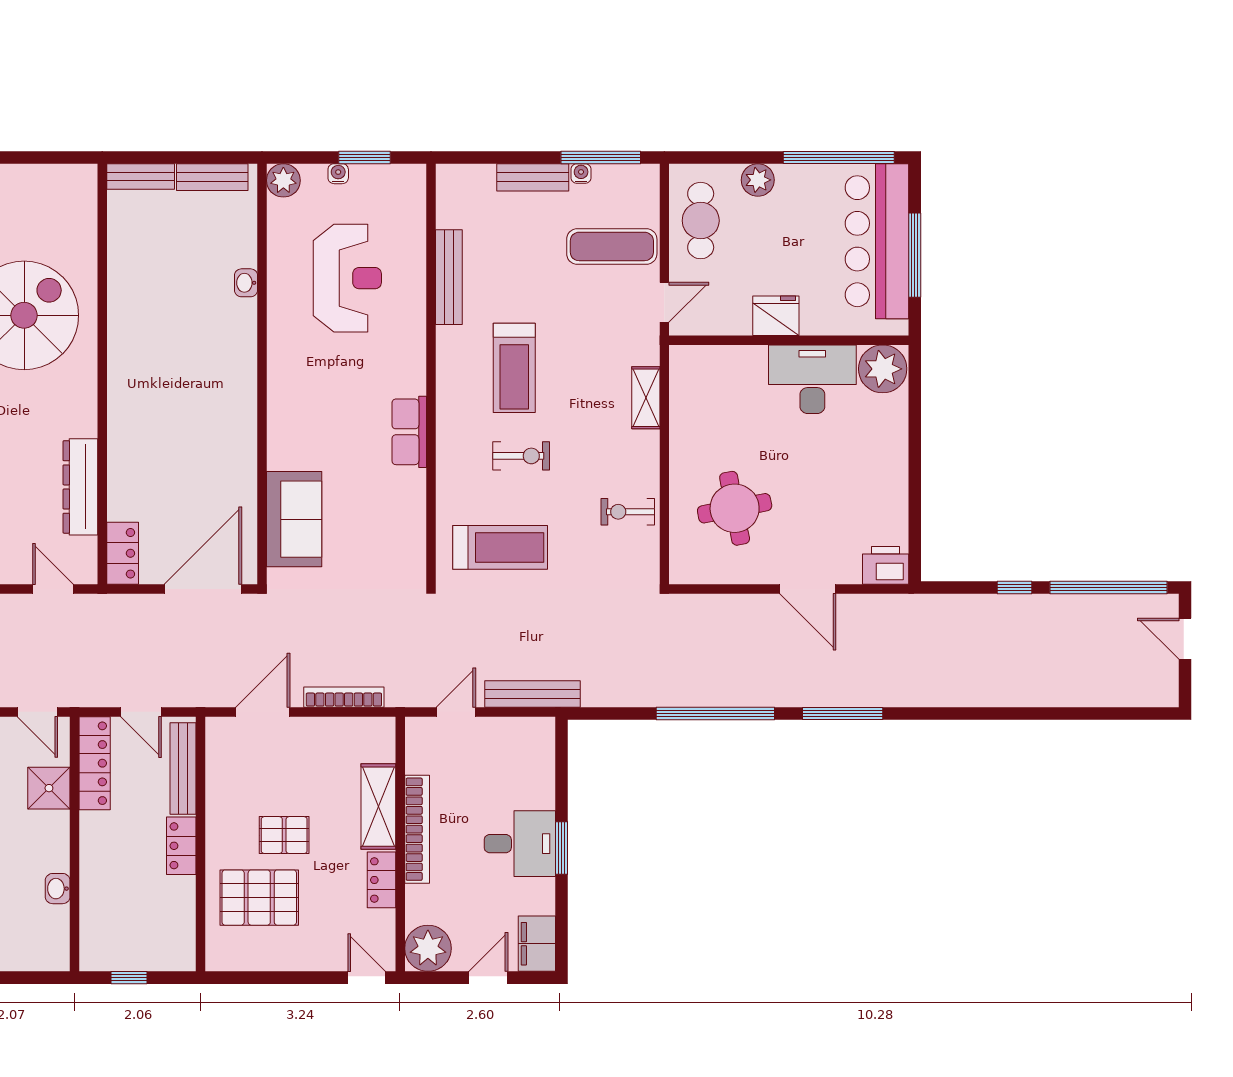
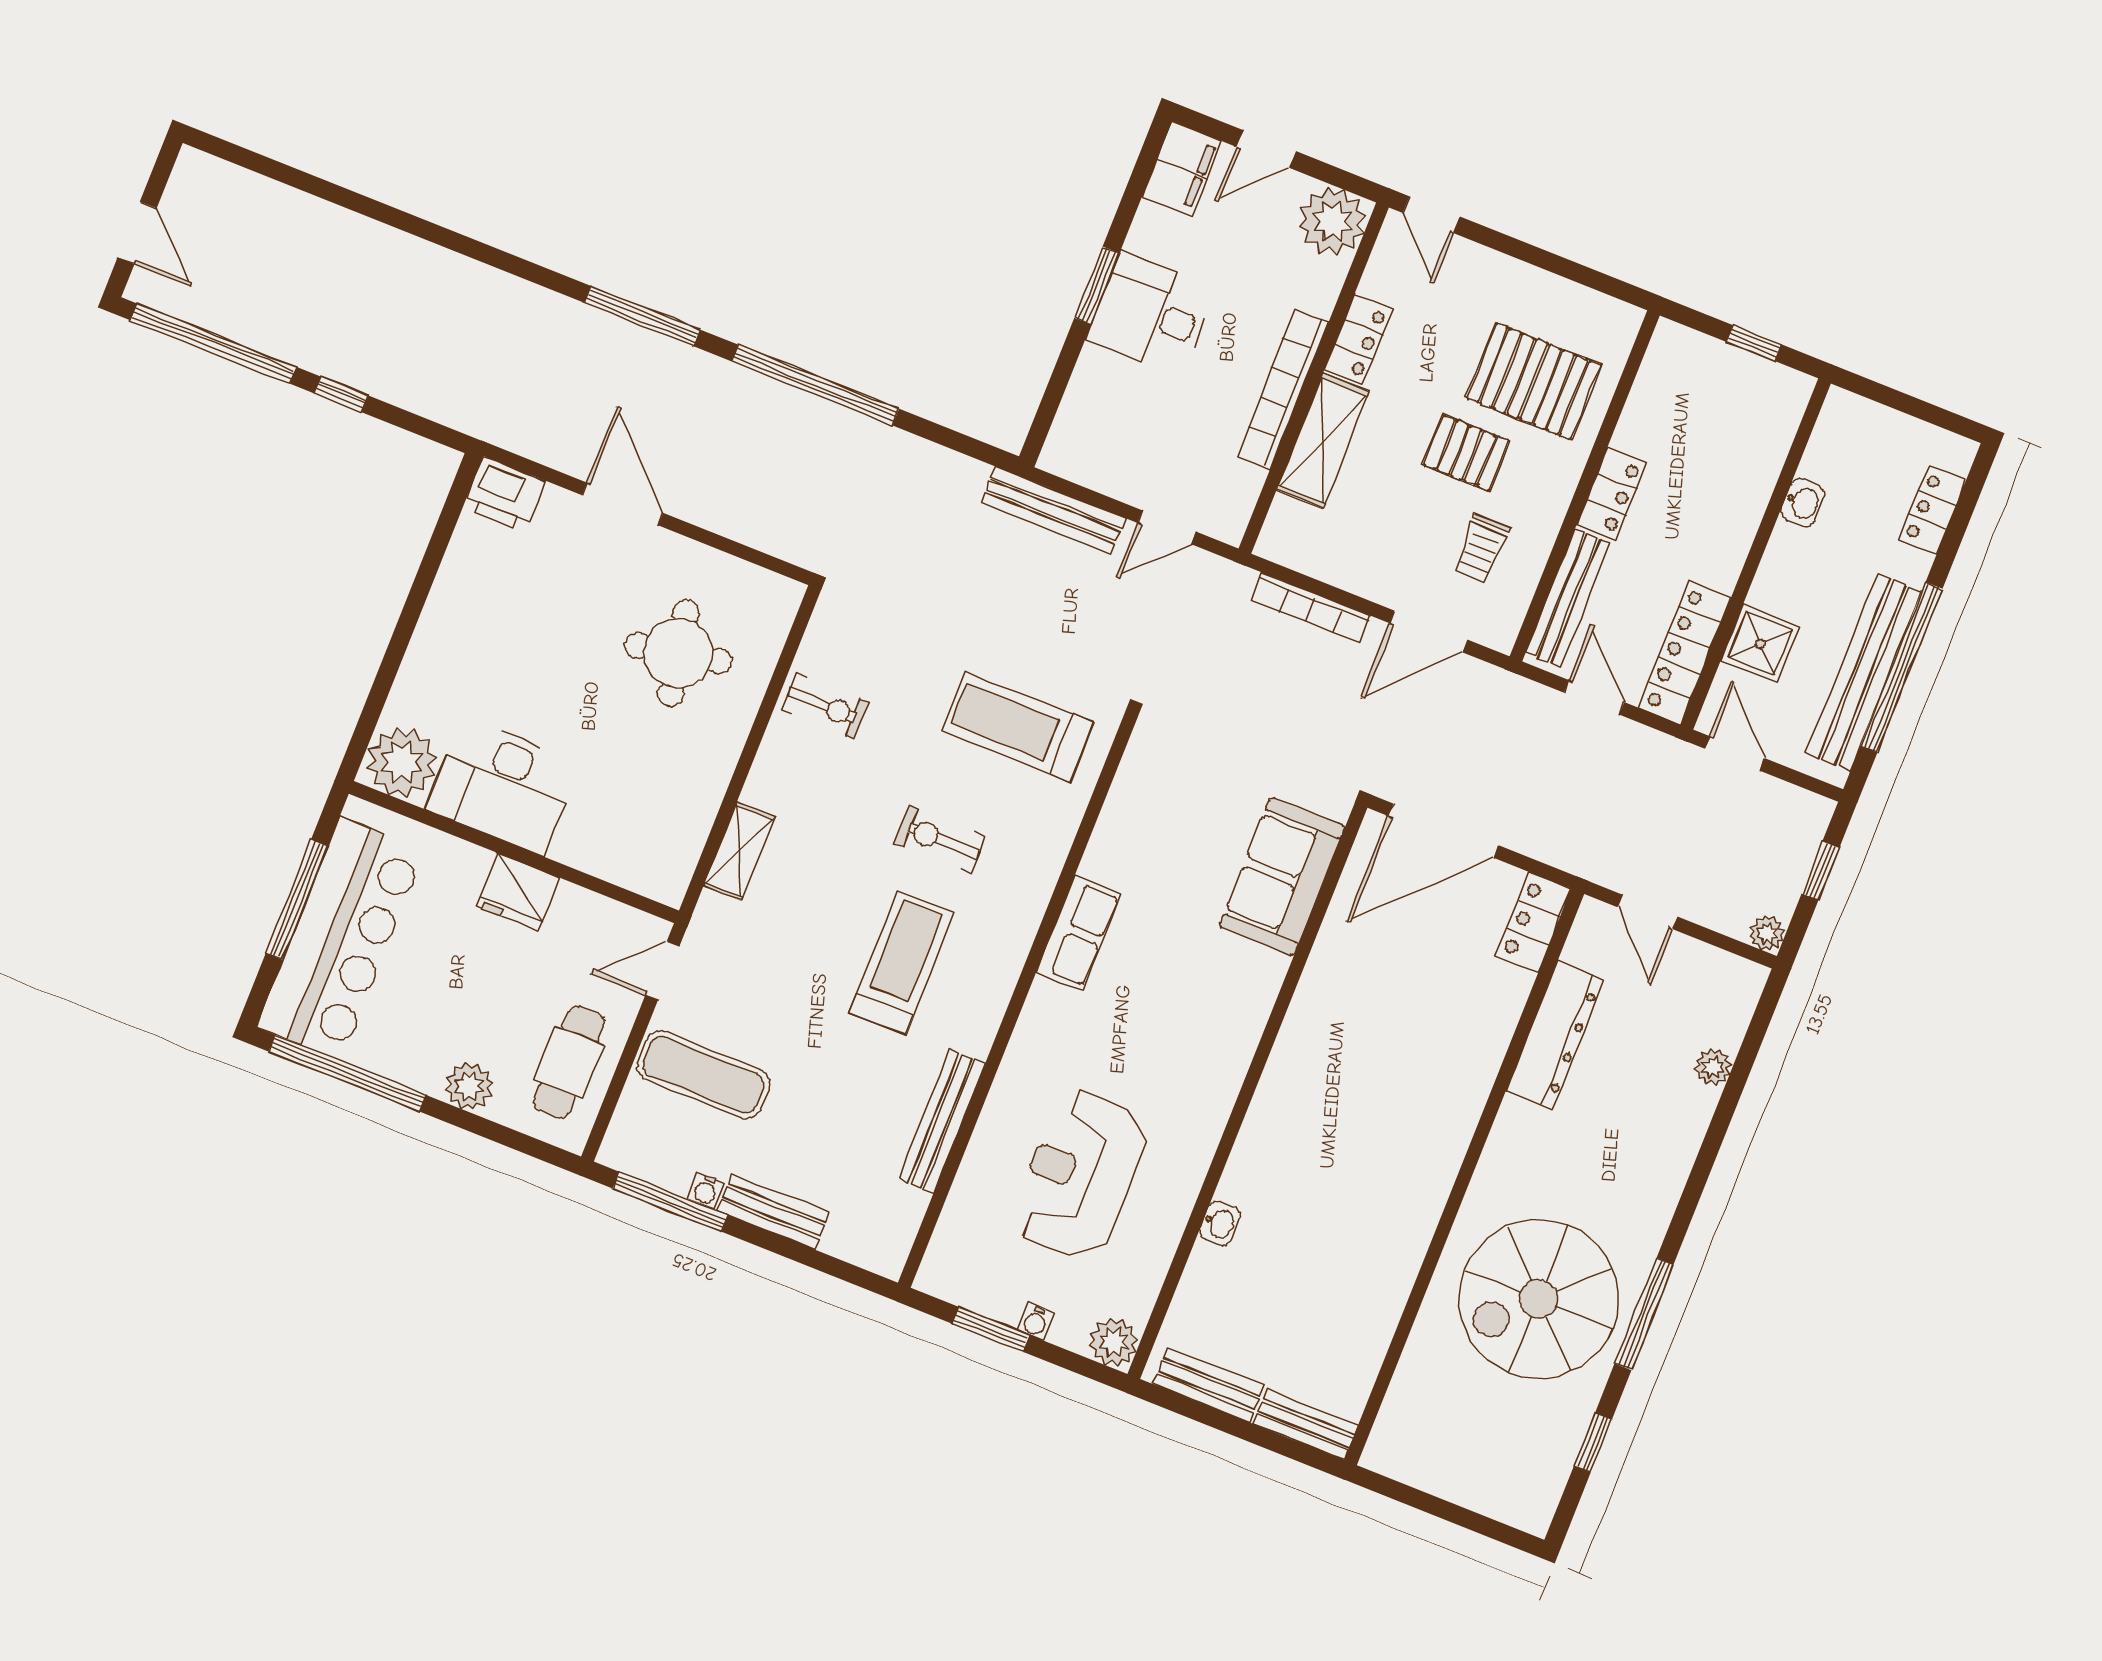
trolley: (250, 778) -> (1481, 549), added

